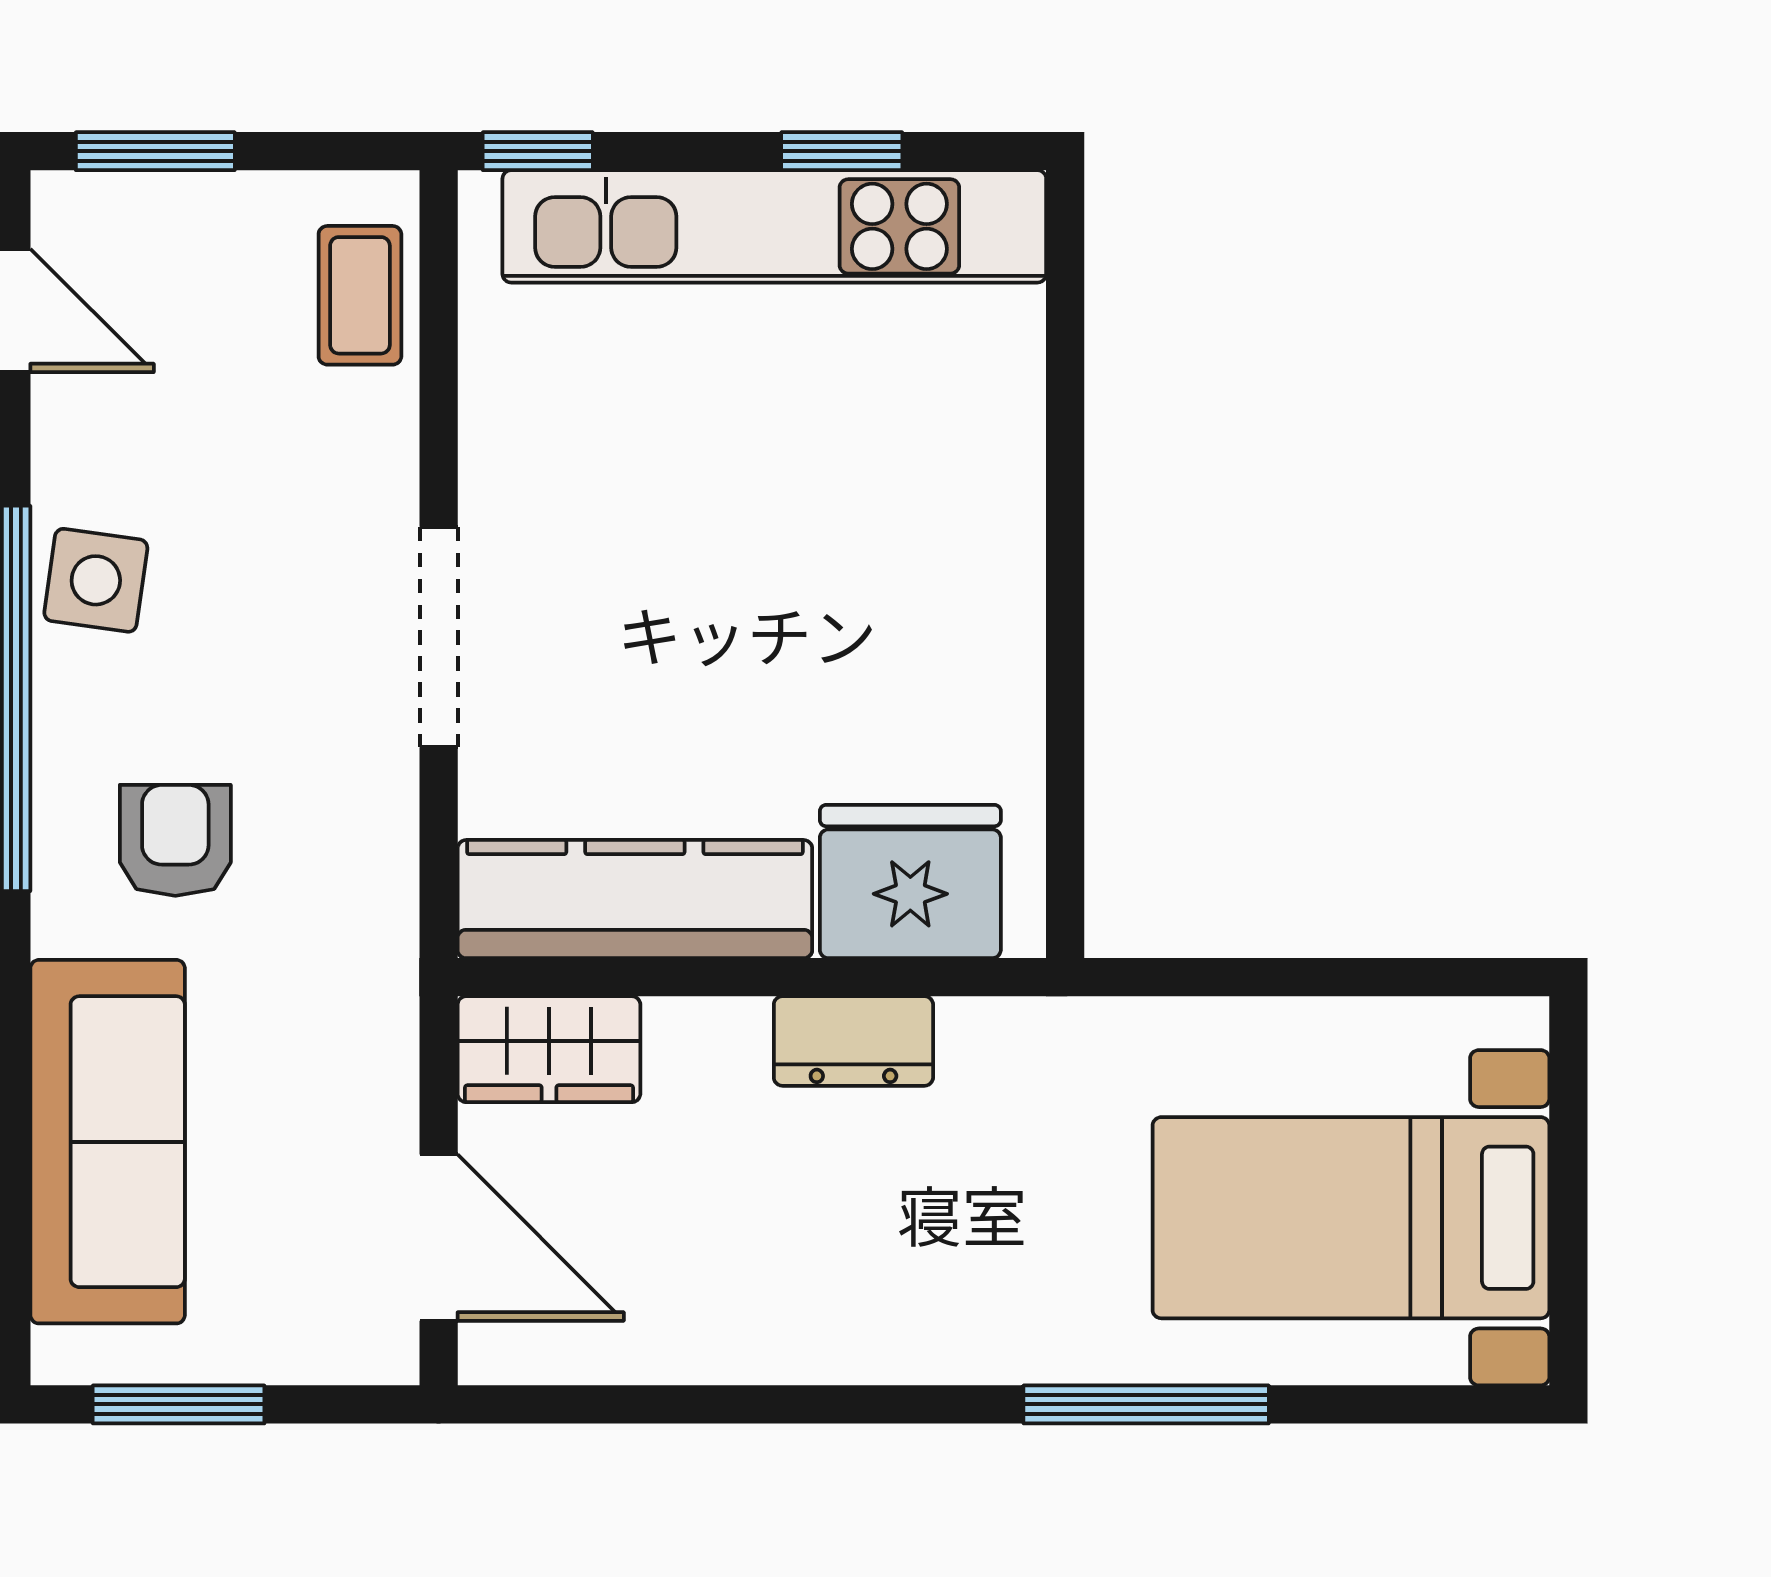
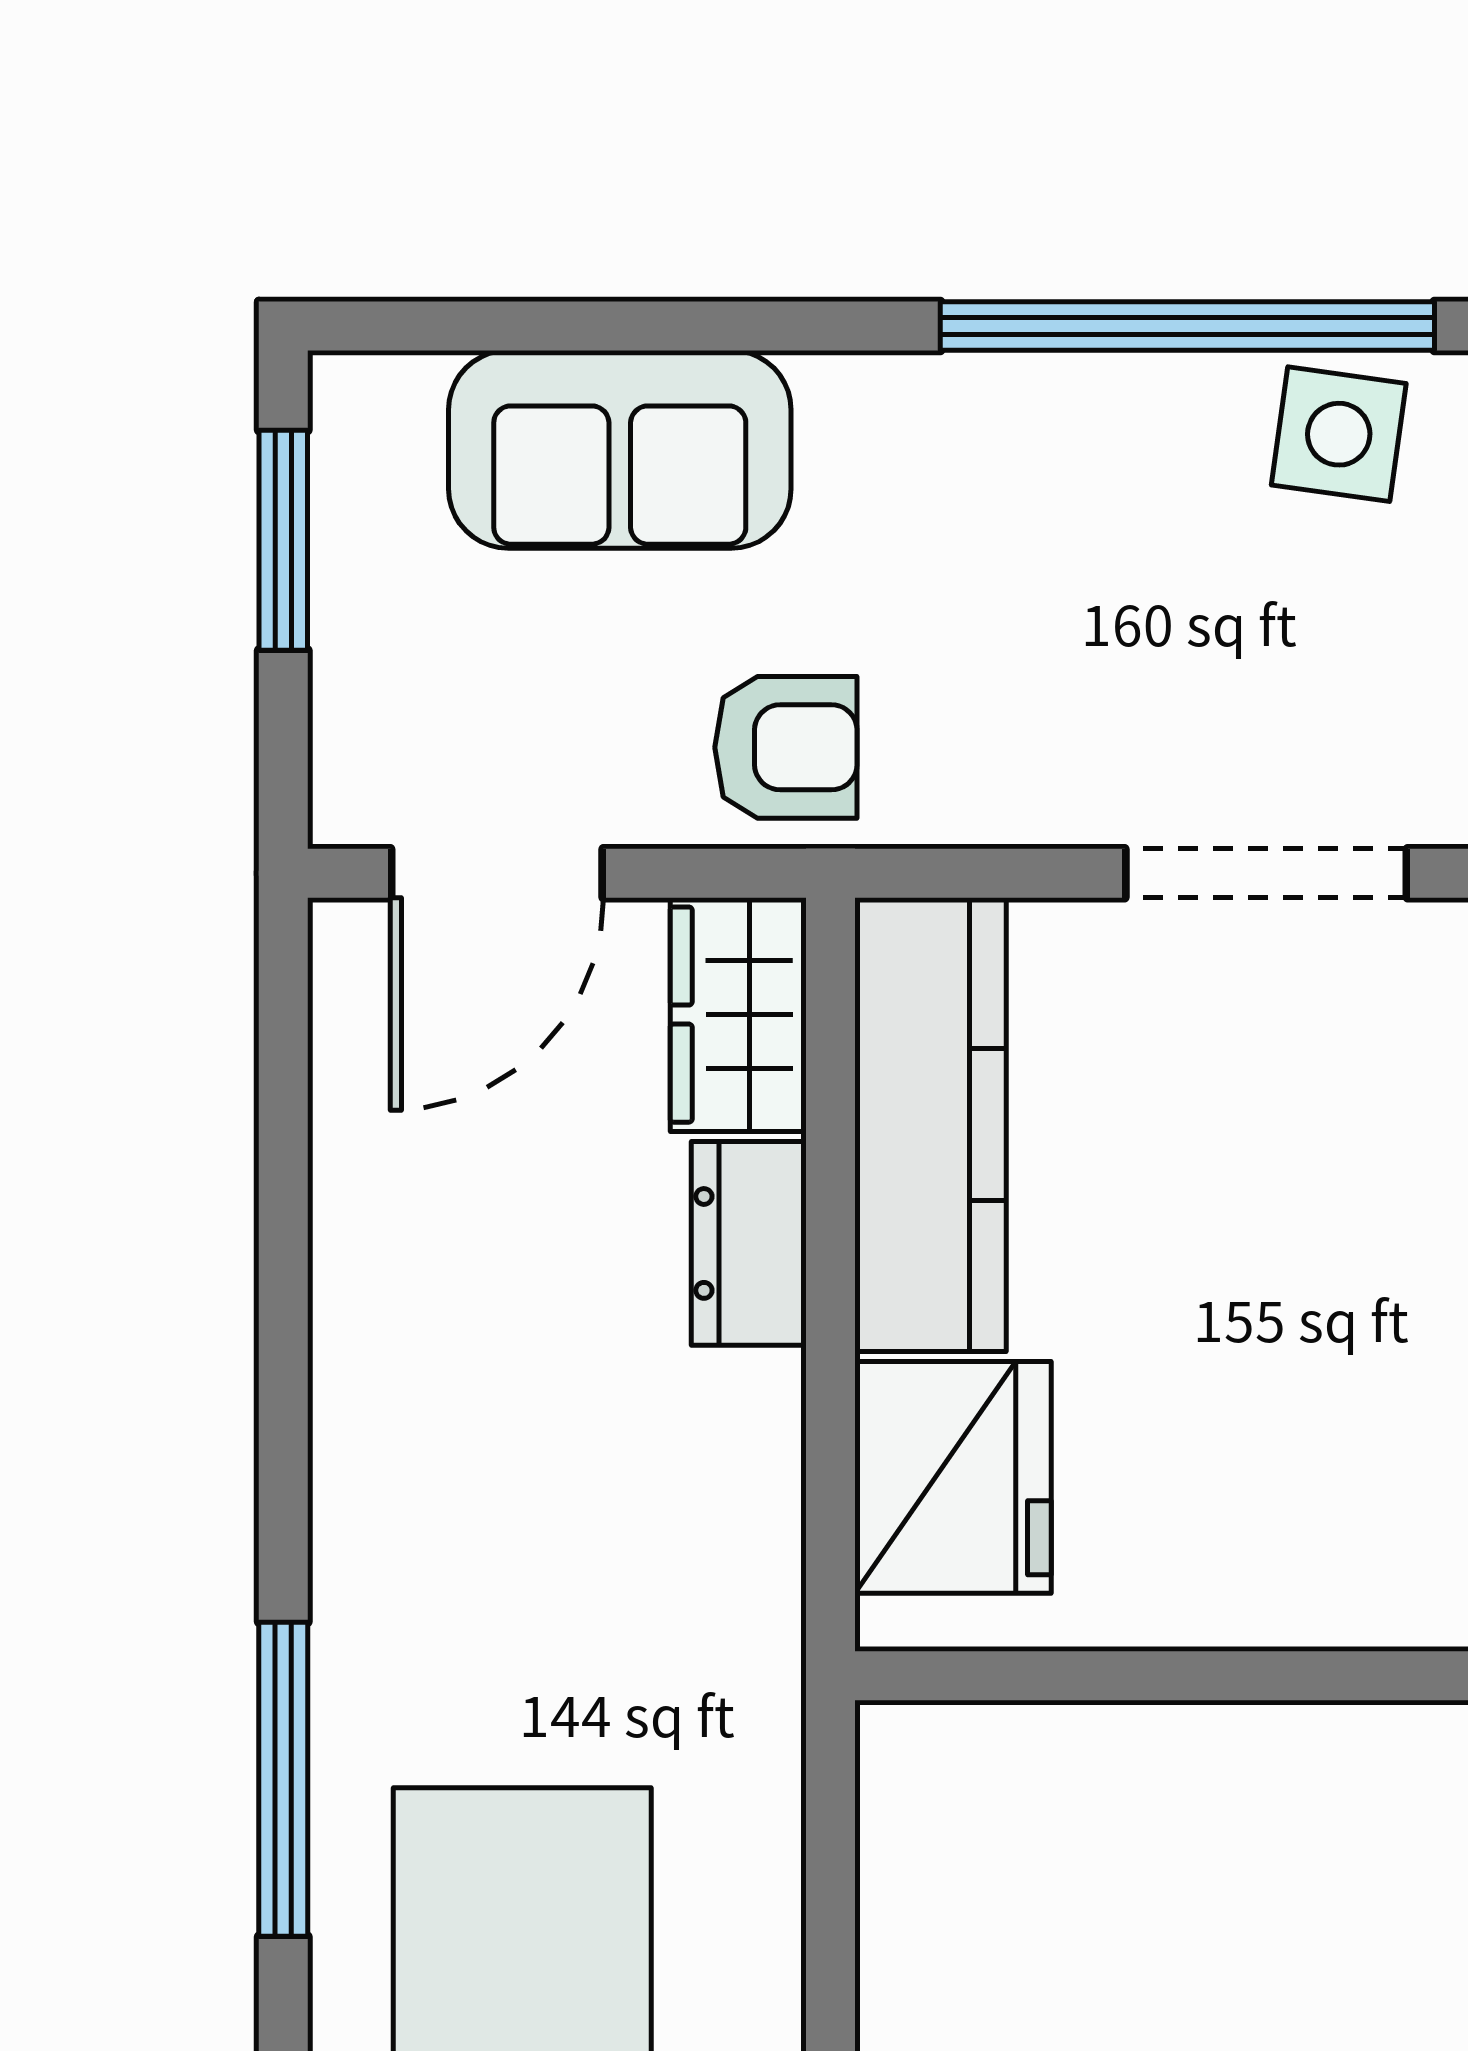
armchair: (175, 840) -> (786, 747), moved
dresser: (853, 1041) -> (749, 1243), moved
sofa: (108, 1142) -> (620, 449), width x0.73

